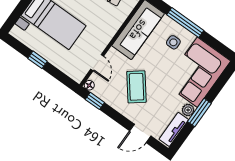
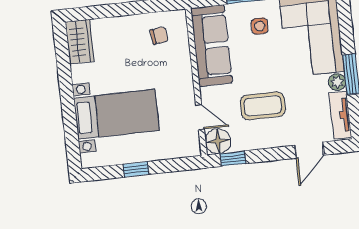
floor lamp: (89, 85) -> (218, 141), width x1.89, depth x1.89
coffee table: (136, 87) -> (263, 106), turned -52

